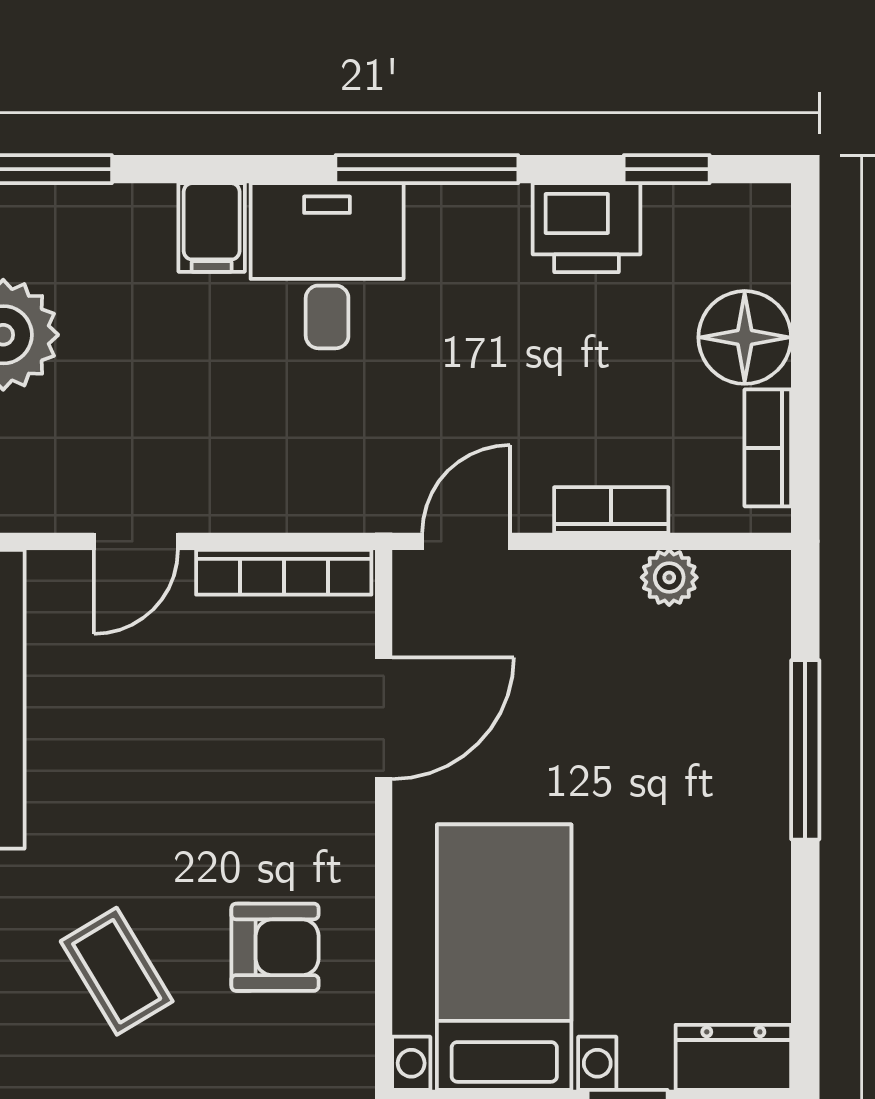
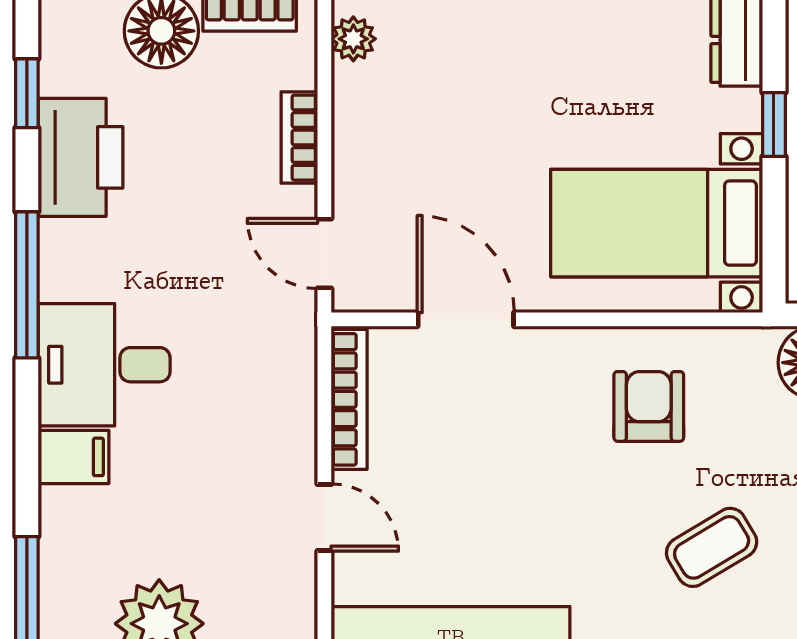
printer: (586, 228) -> (81, 157), width x1.37, depth x1.19
plant: (669, 577) -> (353, 39), moved
coffee table: (117, 971) -> (712, 547), moved

